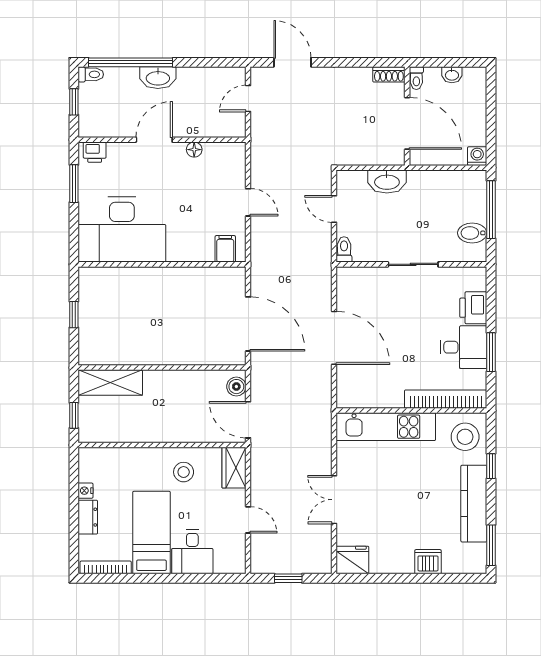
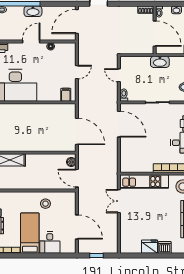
door: (248, 99) -> (77, 21), width x1.88
washbasin: (387, 181) -> (160, 62), moved
door: (248, 202) -> (77, 72), hinge flipped
door: (334, 338) -> (119, 124), moved
wardrobe: (234, 468) -> (70, 202), removed
double door: (334, 500) -> (119, 201), moved
door: (248, 520) -> (77, 227), width x1.88
fridge: (352, 560) -> (150, 247), moved

